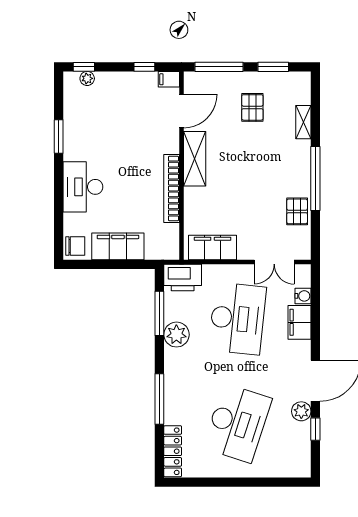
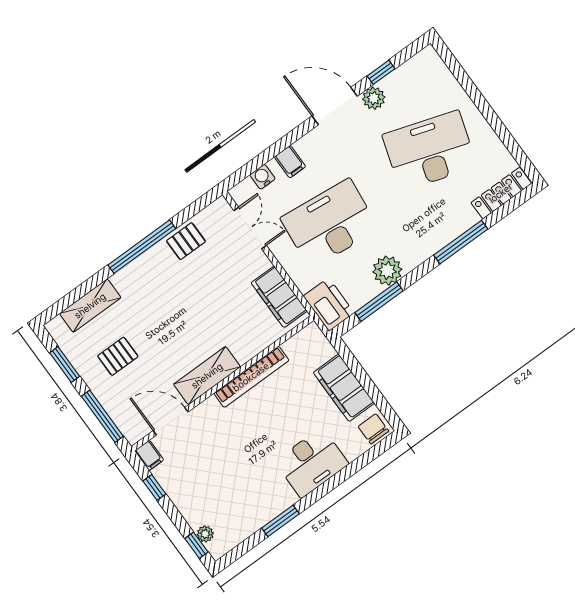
shelving: (303, 122) -> (90, 306), width x1.50, depth x1.33
filing cabinet: (300, 322) -> (290, 162), width x0.50

